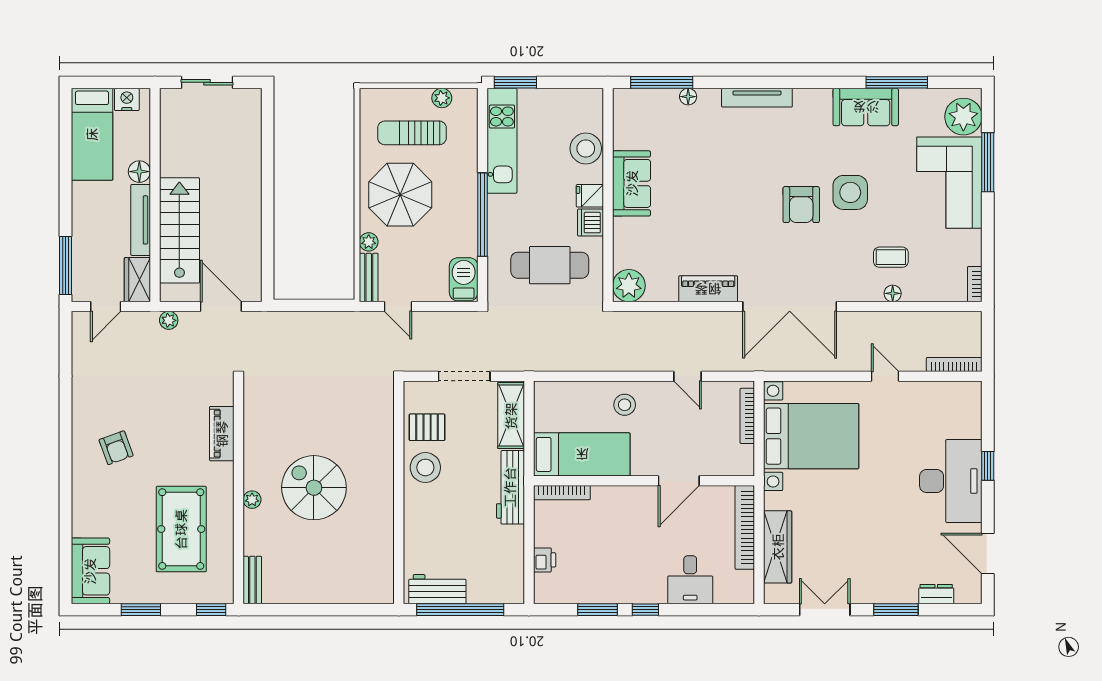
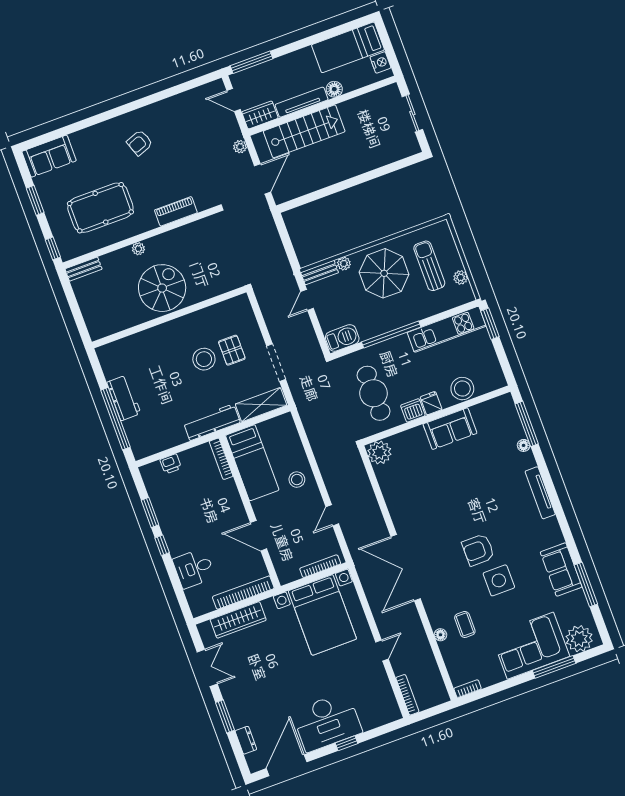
piano: (708, 289) -> (397, 507), removed
wall: (399, 492) -> (169, 317), moved
door: (988, 553) -> (287, 765), width x1.36

